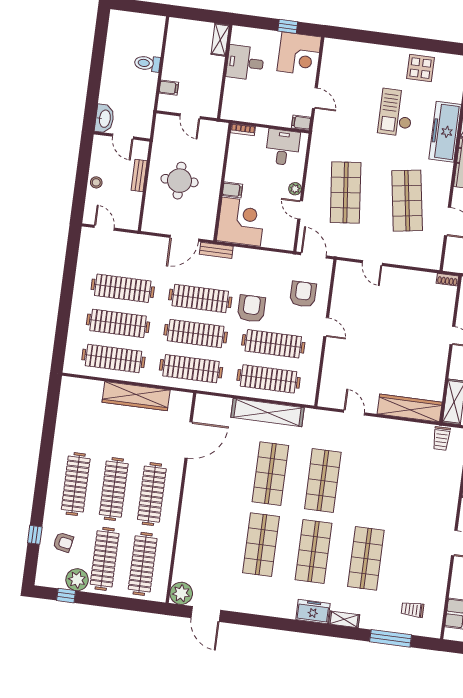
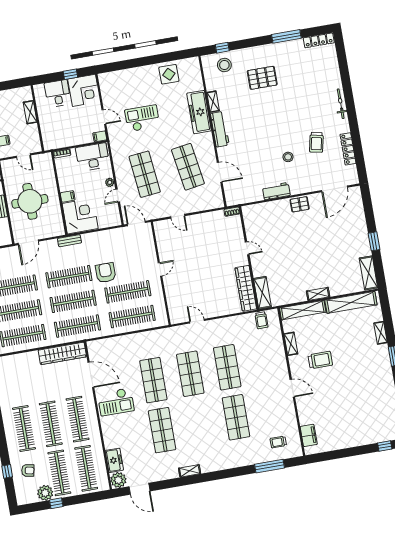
shelving: (220, 40) -> (30, 112), moved
desk: (245, 63) -> (58, 93), moved, turned 90
checkout: (396, 112) -> (142, 118), moved, turned 90
desk: (283, 147) -> (93, 157), width x1.37
round table: (180, 181) -> (30, 201), width x1.36, depth x1.36
door: (300, 210) -> (118, 196), hinge flipped
door: (184, 238) -> (28, 242), moved
armchair: (303, 294) -> (137, 252), removed
door: (326, 327) -> (160, 269), hinge flipped
wardrobe: (136, 396) -> (62, 353), moved
wardrobe: (410, 408) -> (246, 288), moved, turned -90
shelving: (268, 412) -> (138, 339), removed
door: (189, 440) -> (91, 375), hinge flipped
checkout: (211, 487) -> (116, 402), added
shop shelf: (313, 552) -> (227, 367), moved
window: (66, 596) -> (56, 503), moved
freezer: (313, 611) -> (114, 460), moved, turned 90
shelving: (344, 619) -> (190, 471), moved

